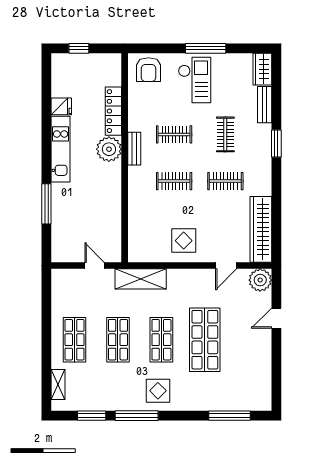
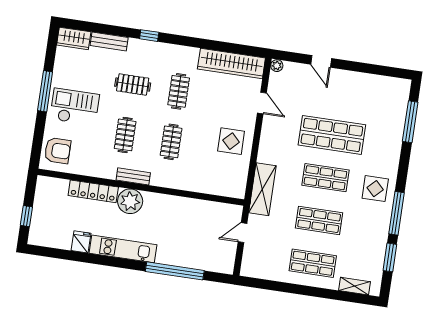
window: (276, 144) -> (149, 36), width x0.67
window: (46, 204) -> (175, 271), width x1.46
plant: (260, 280) -> (277, 66), width x0.53, depth x0.53

